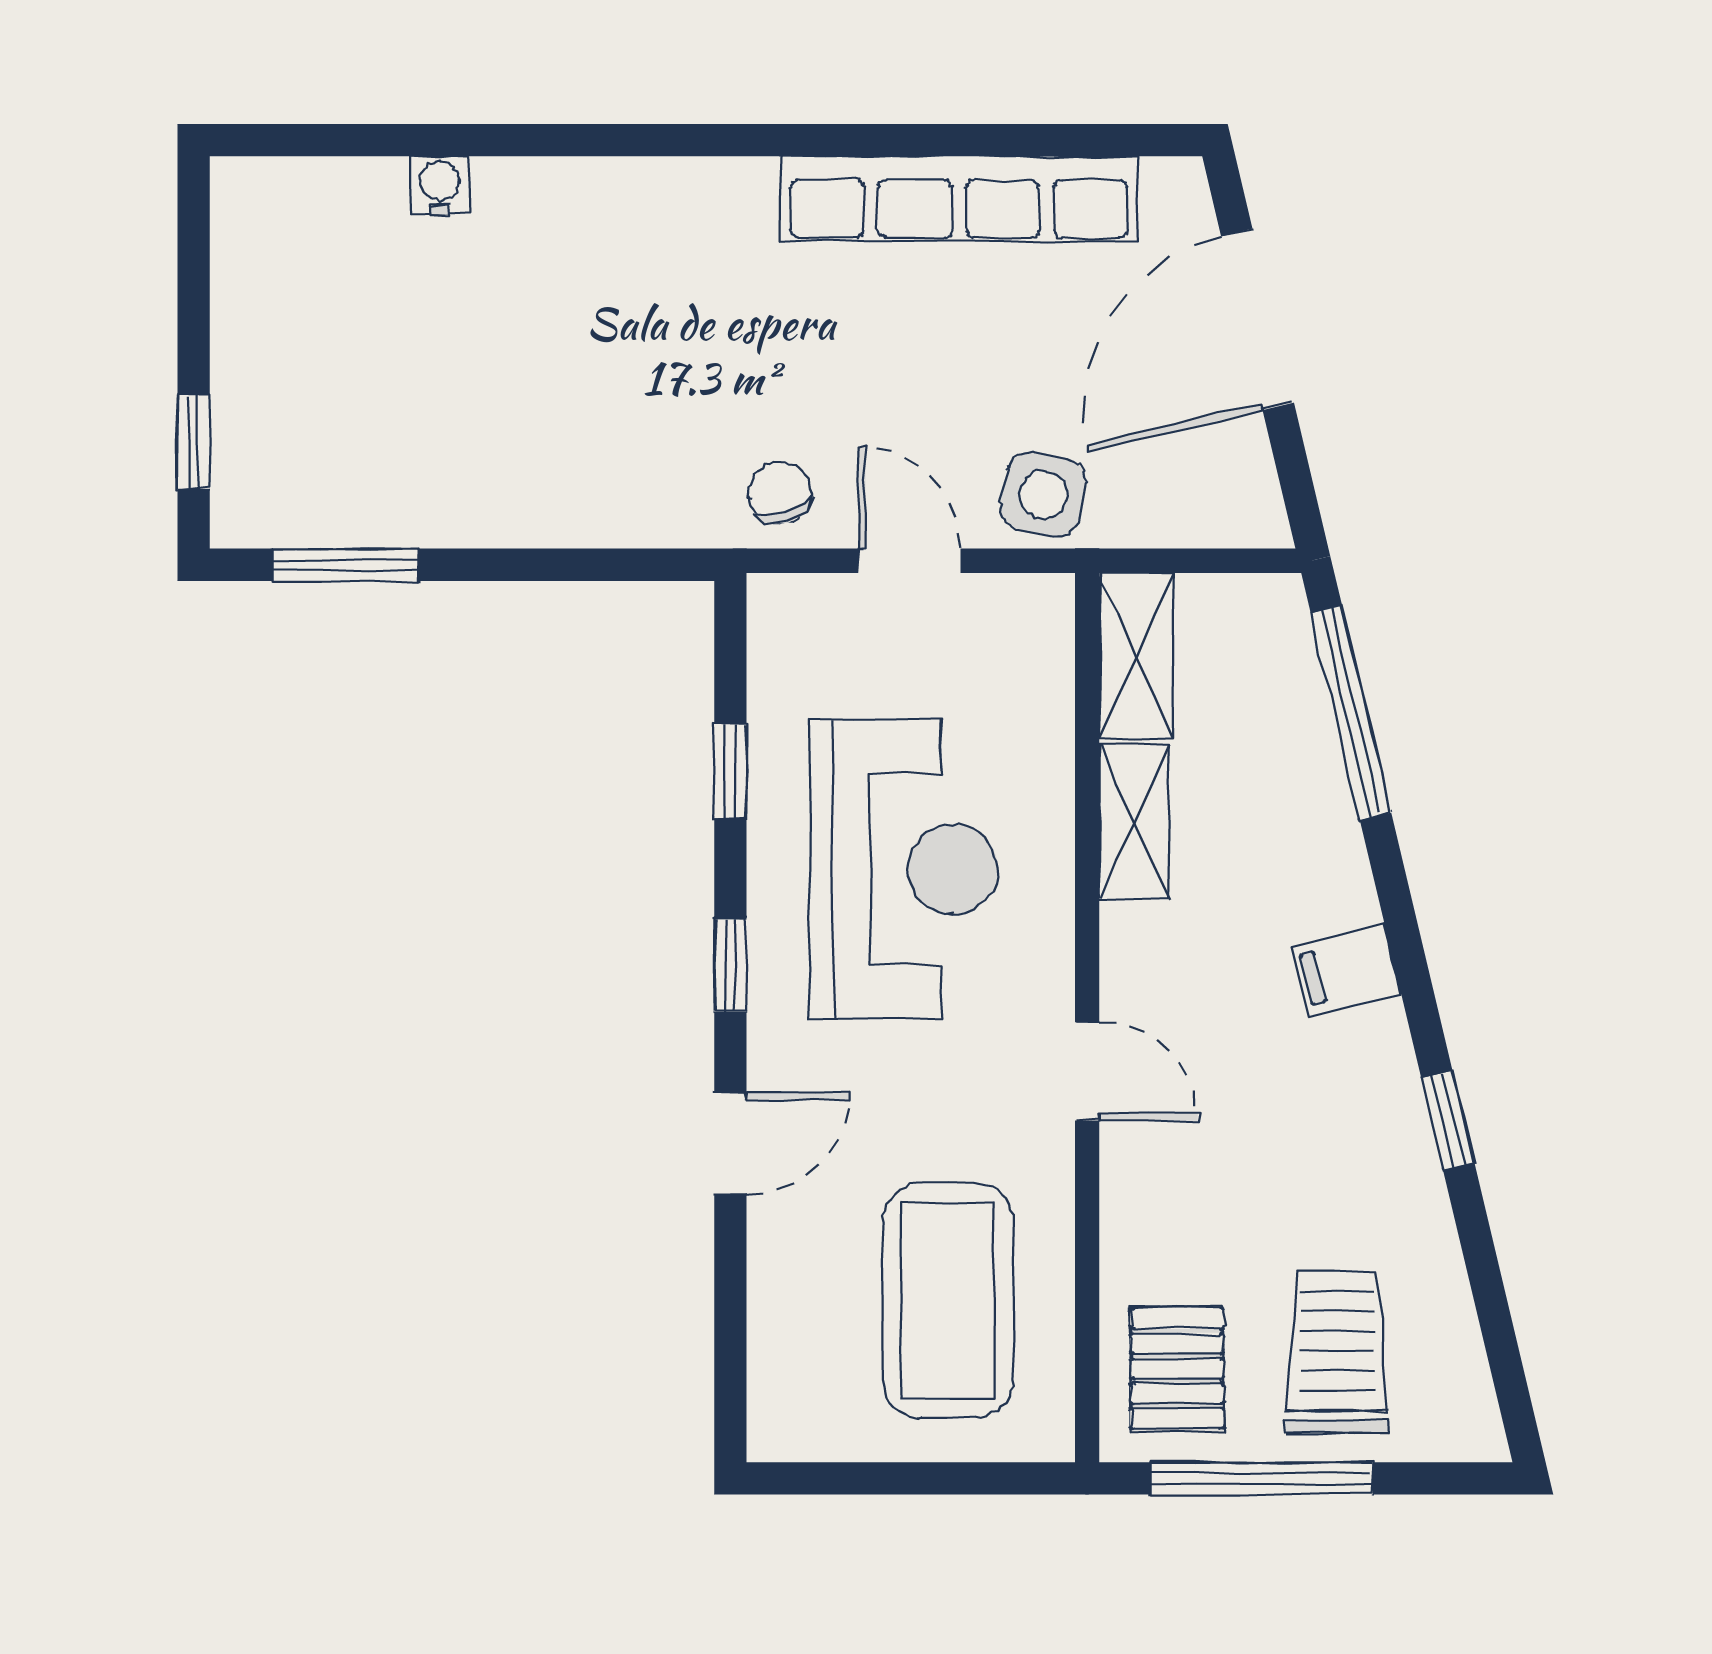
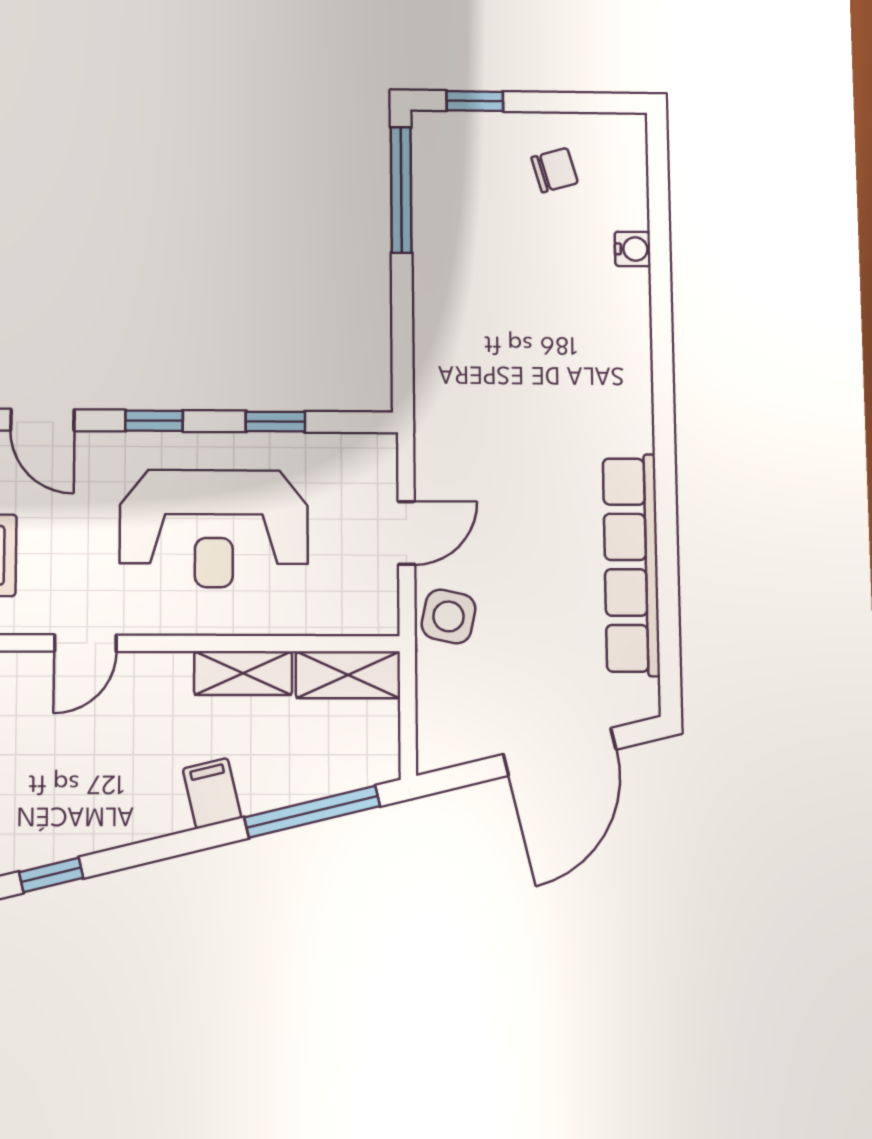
door: (1258, 319) -> (560, 752), swing flipped
chair: (780, 493) -> (555, 170), moved
window: (345, 565) -> (401, 190), width x1.44
filing cabinet: (1346, 970) -> (212, 793), moved

